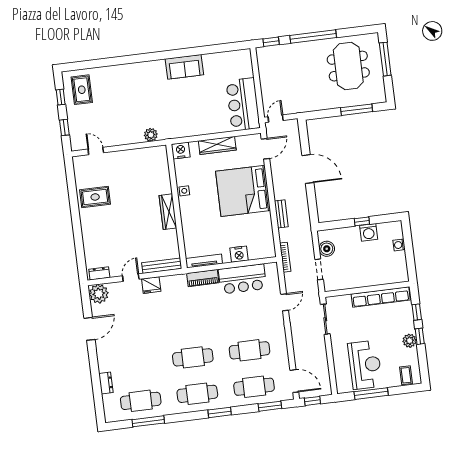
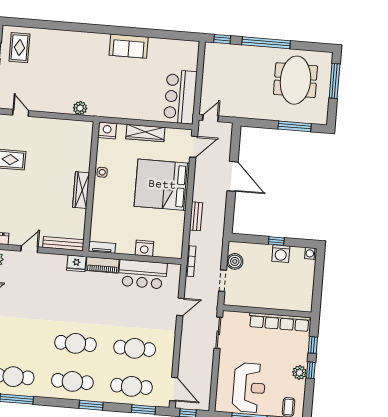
washing machine: (399, 245) -> (311, 253), moved
tv unit: (204, 261) -> (102, 247), width x0.71
fridge: (151, 285) -> (76, 263), moved

